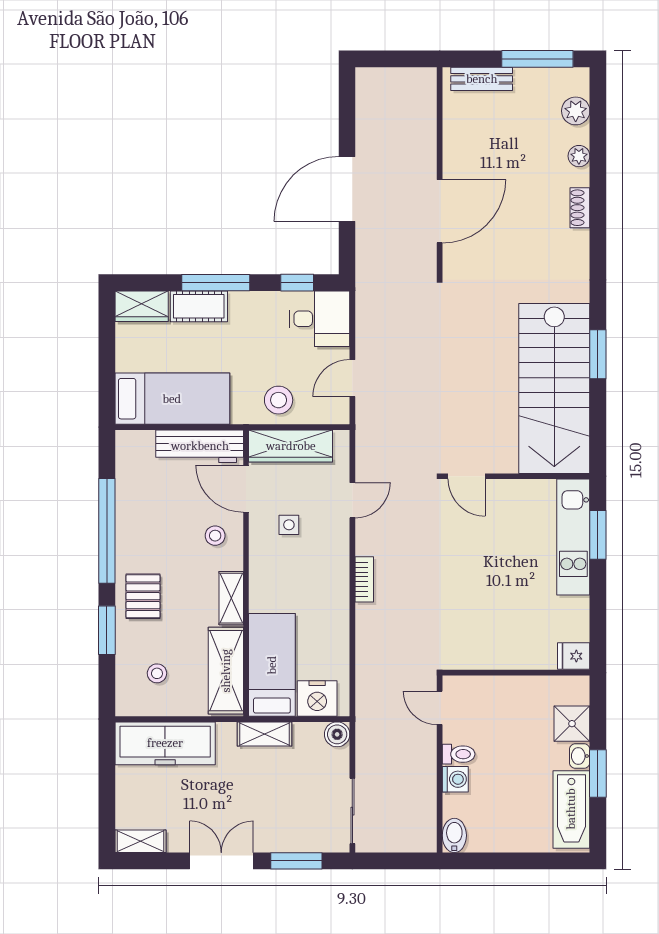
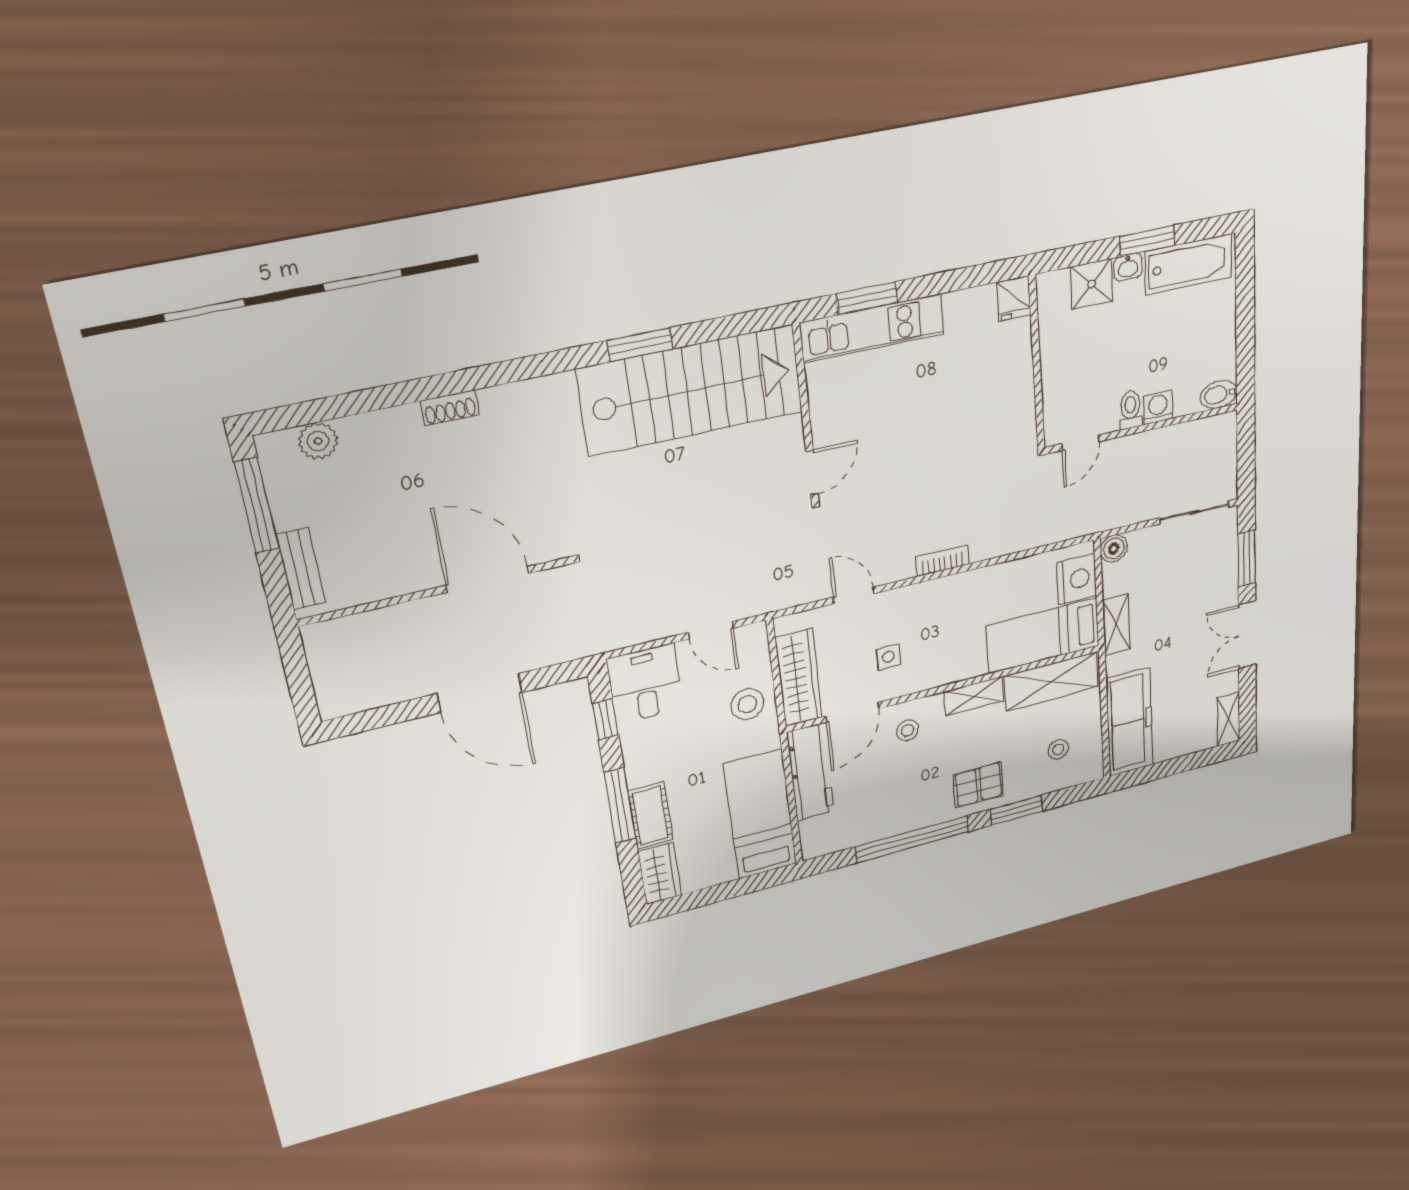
plant: (579, 156) -> (380, 424), removed

